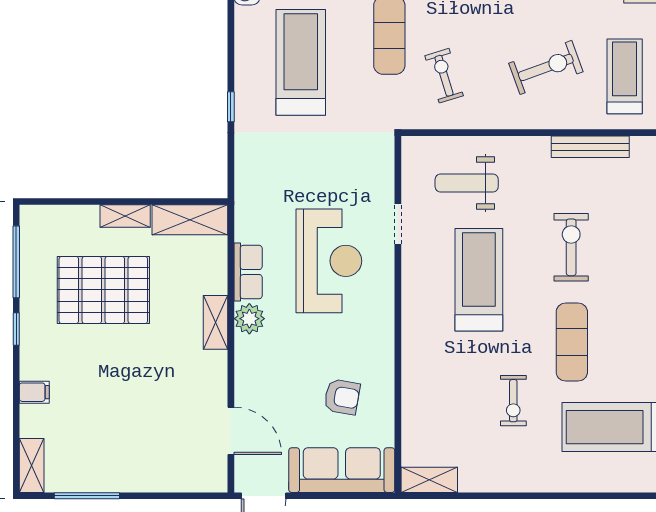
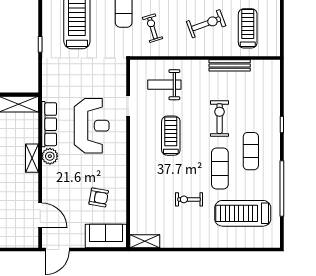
row of seats: (248, 272) -> (49, 124), width x1.48
treadmill: (479, 280) -> (171, 136), width x0.73, depth x0.73
exercise mat: (630, 309) -> (251, 151), added
exercise bike: (513, 401) -> (189, 199), turned 90
sofa: (342, 470) -> (106, 236), width x0.73

